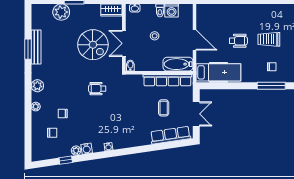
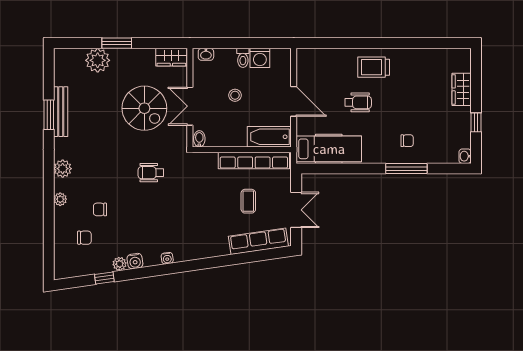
trolley: (269, 39) -> (374, 67), moved

